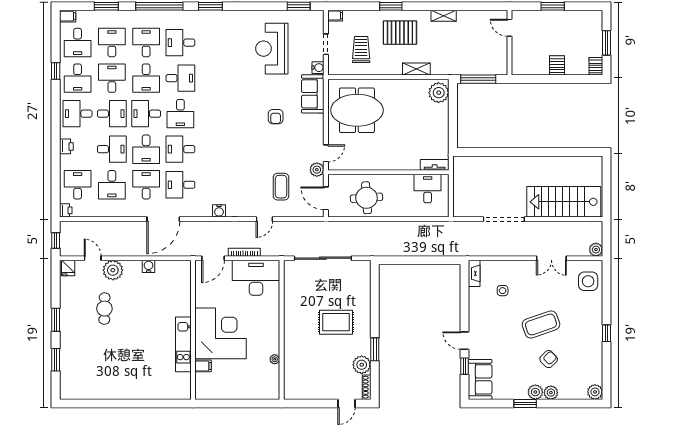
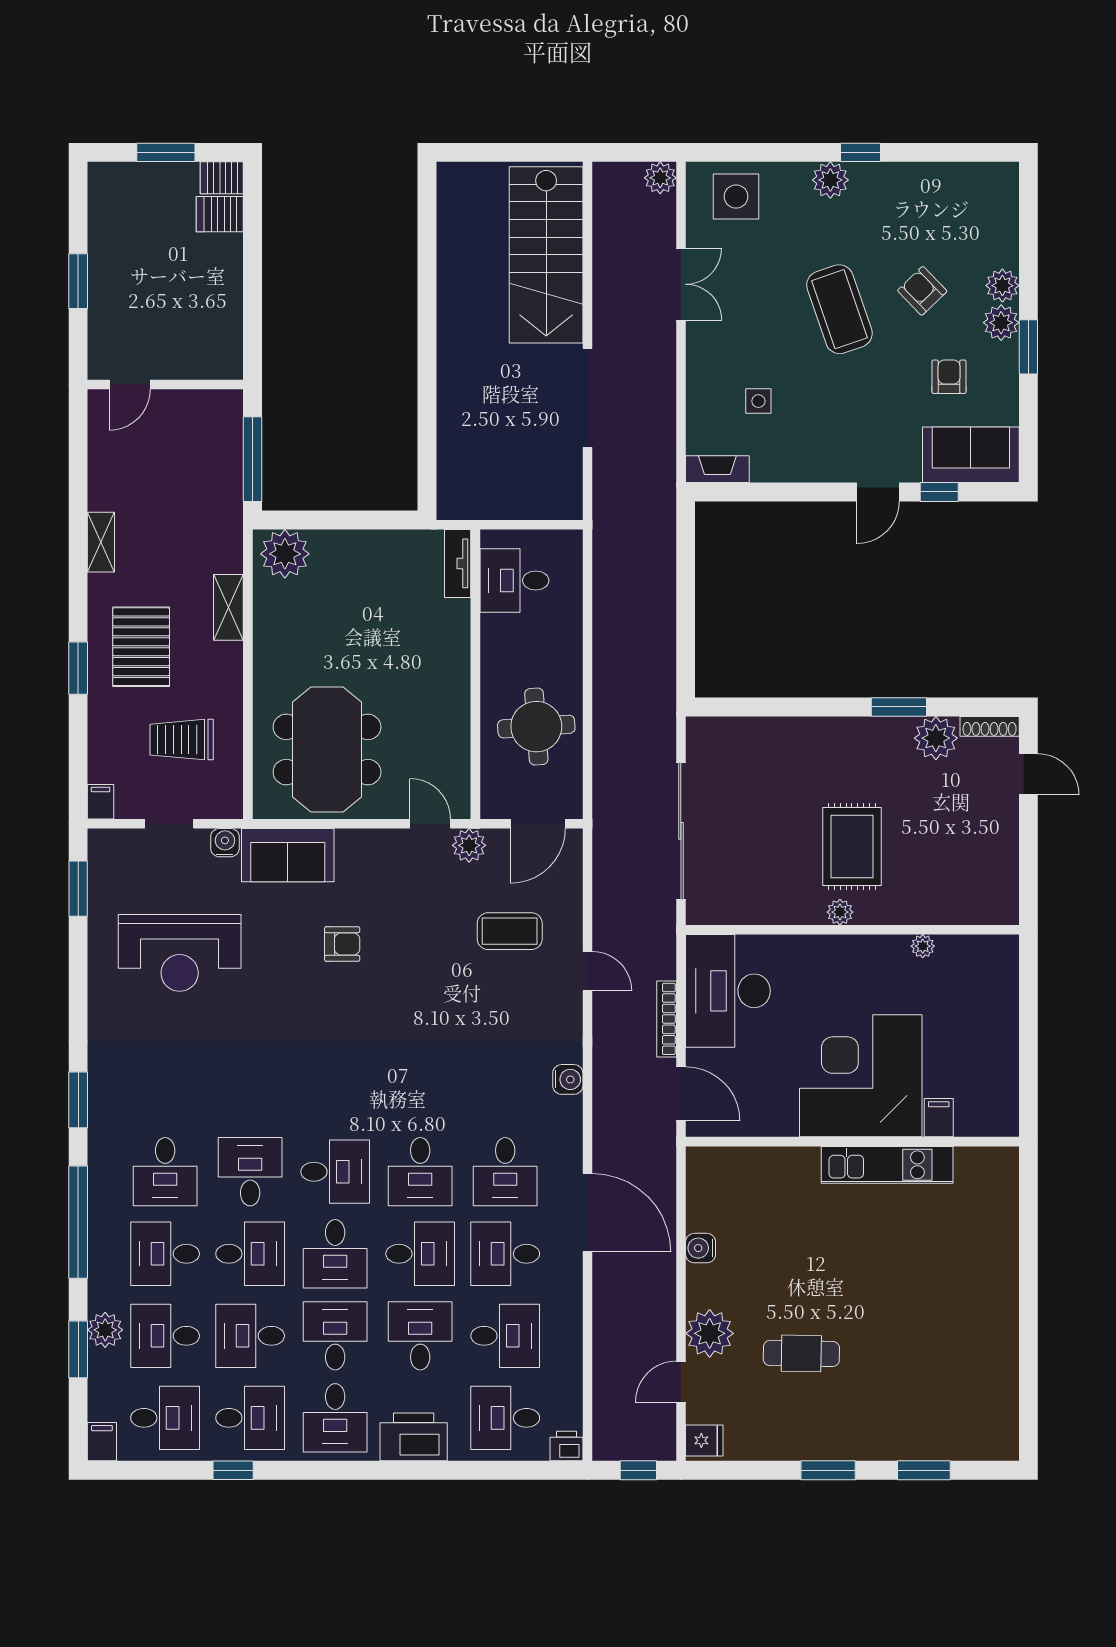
plant: (114, 18) -> (105, 1330), added
server rack: (557, 65) -> (220, 214), moved
printer: (66, 146) -> (414, 1437), width x1.87, depth x1.48
rug: (336, 322) -> (852, 847), moved
plant: (289, 325) -> (840, 912), added
armchair: (513, 370) -> (949, 377), added
plant: (595, 392) -> (830, 180), moved

